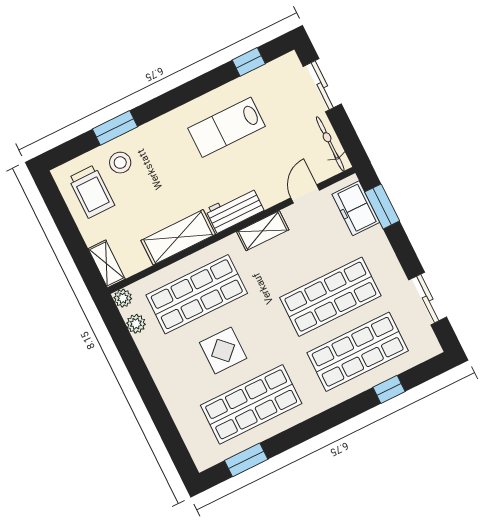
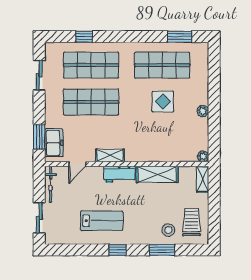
window: (249, 62) -> (117, 250), moved
shop shelf: (197, 294) -> (162, 139), removed
plant: (136, 324) -> (203, 111), moved

